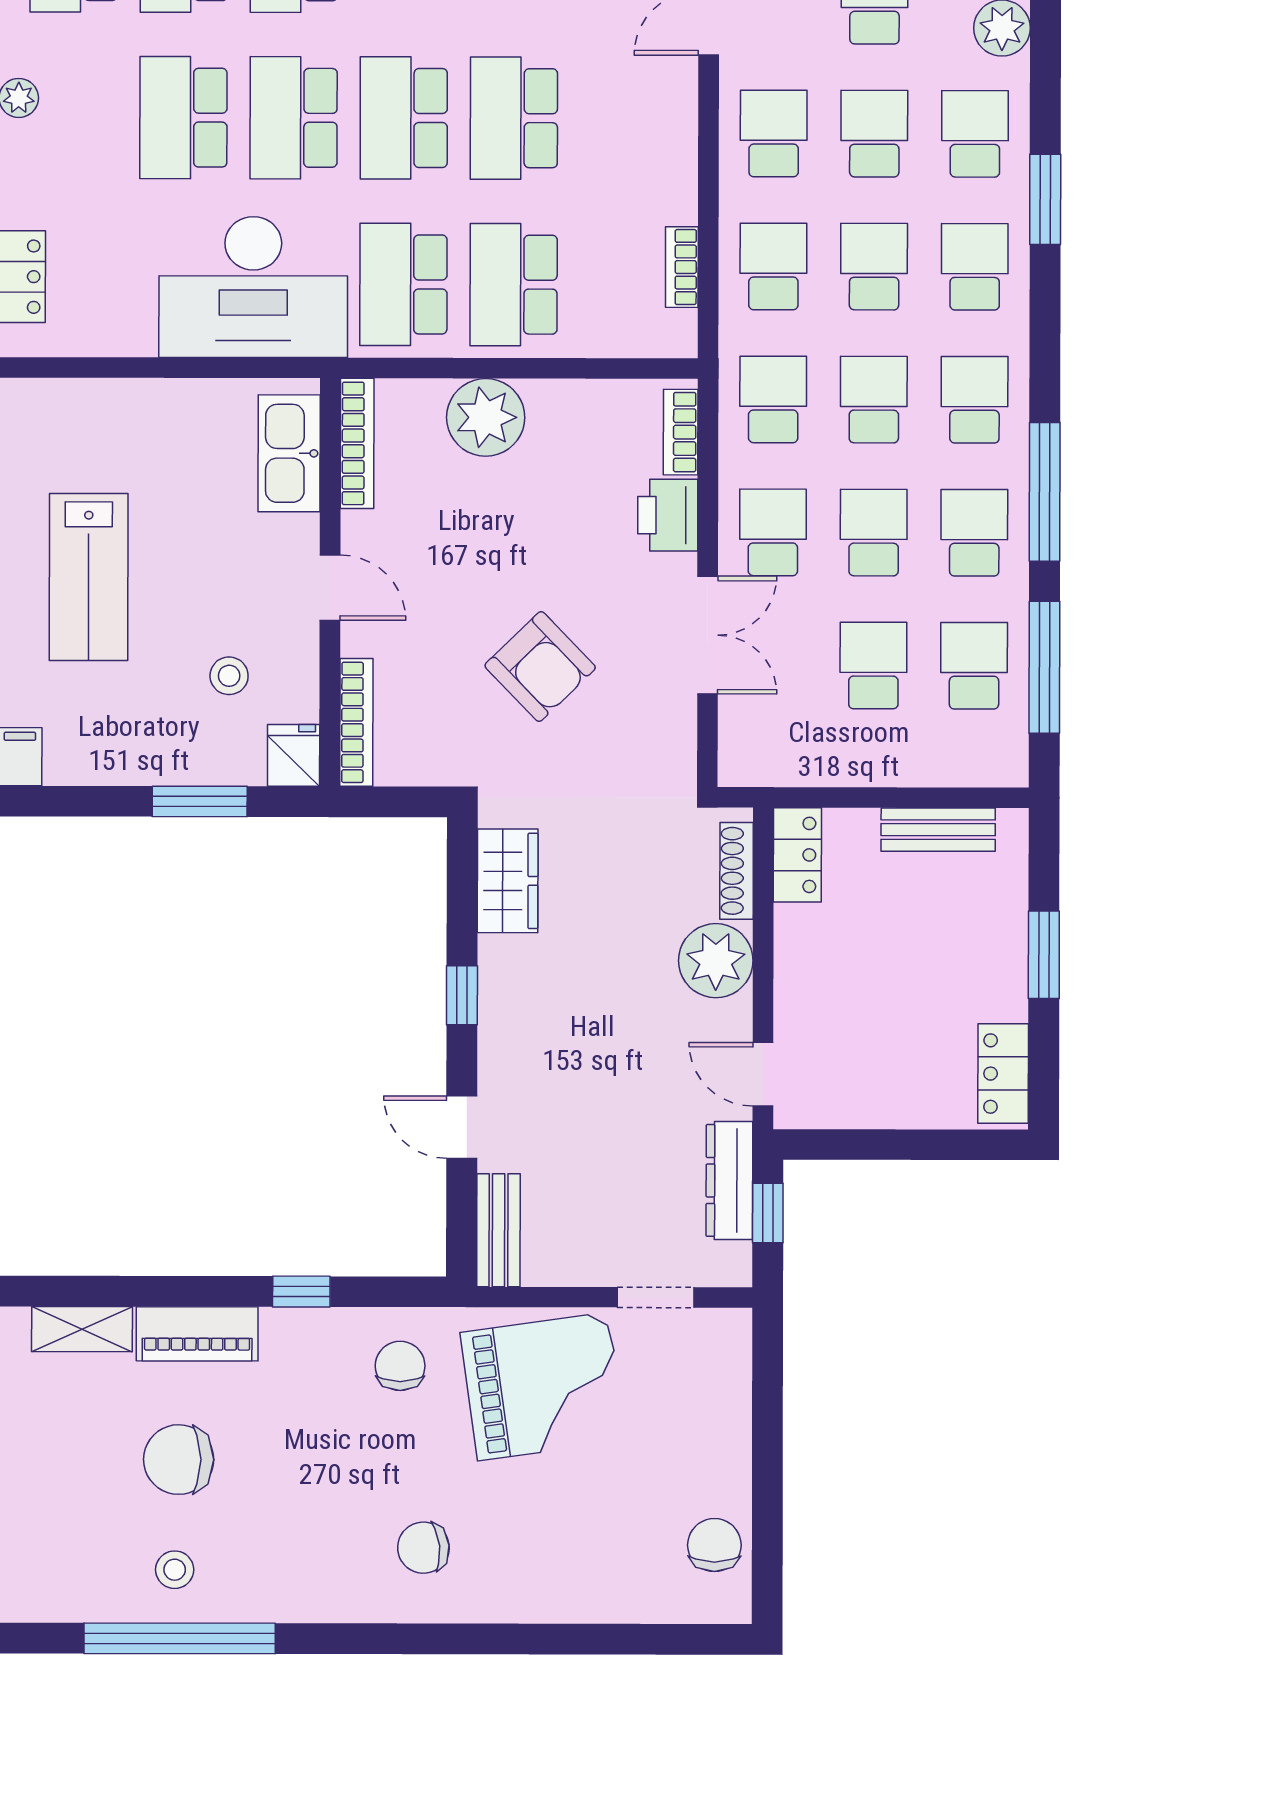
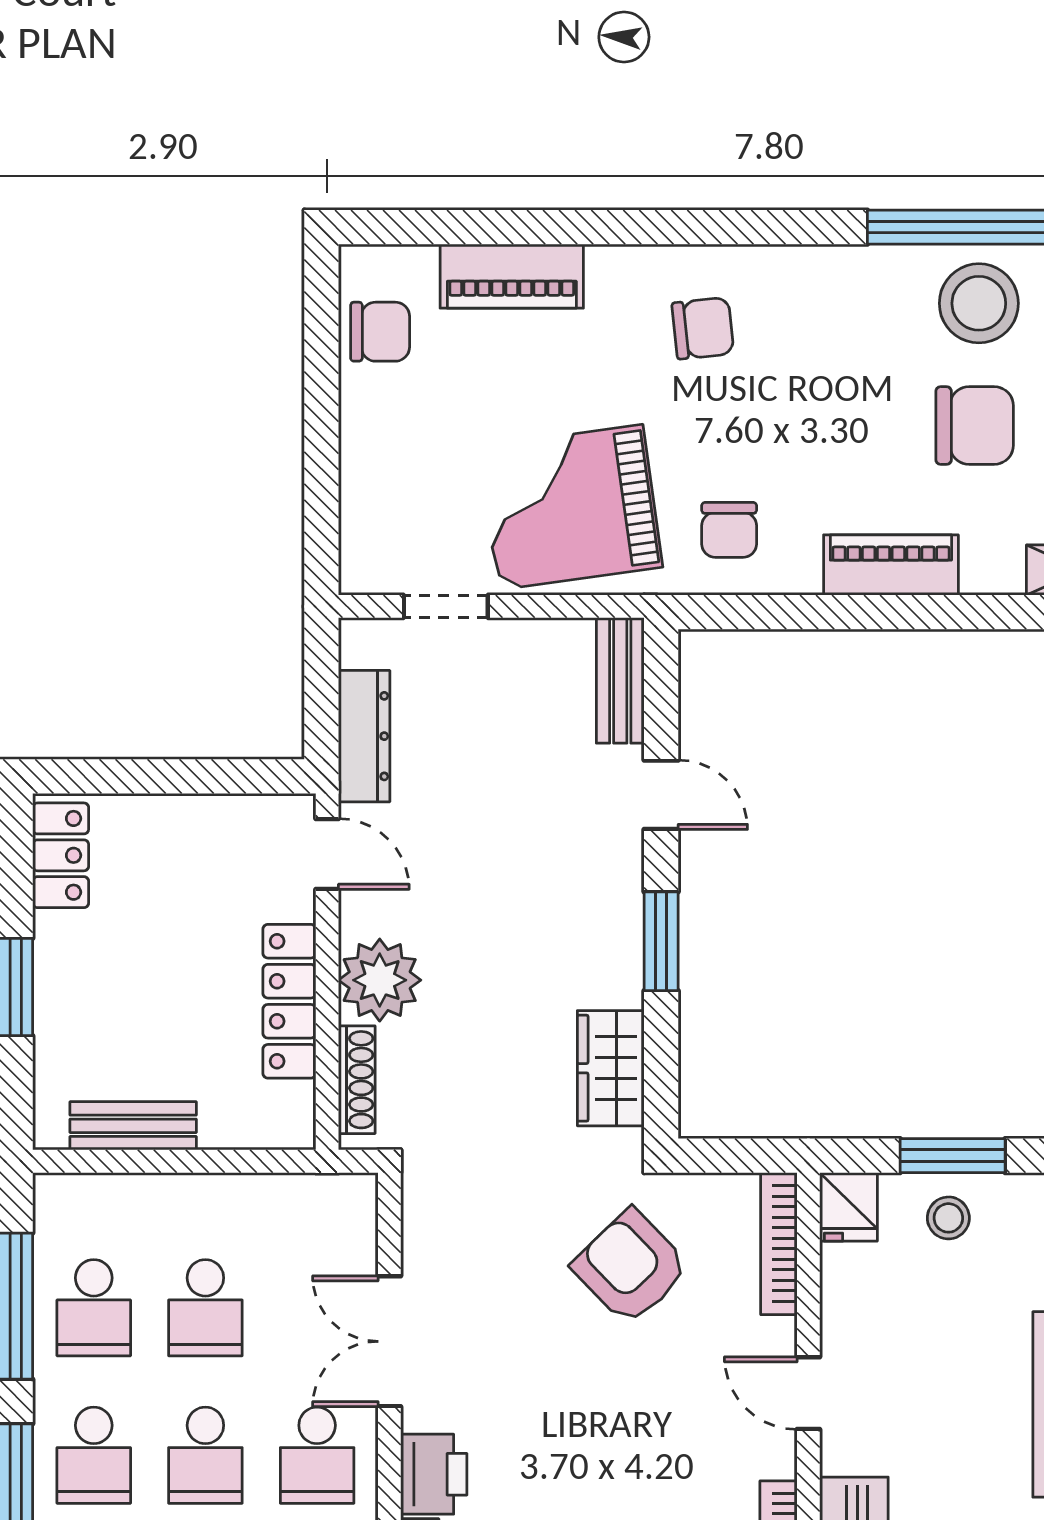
armchair: (540, 667) -> (631, 1267), moved
stool: (229, 676) -> (948, 1218), moved
locker: (797, 855) -> (289, 1001), moved, width x1.53
window: (462, 995) -> (661, 941), width x1.50
window: (768, 1213) -> (321, 700), removed
window: (301, 1292) -> (839, 612), removed
piano: (197, 1334) -> (891, 565), moved
chair: (714, 1545) -> (380, 332), turned -90
stool: (175, 1570) -> (979, 303), width x1.89, depth x1.89
piano: (596, 1595) -> (512, 276), added

